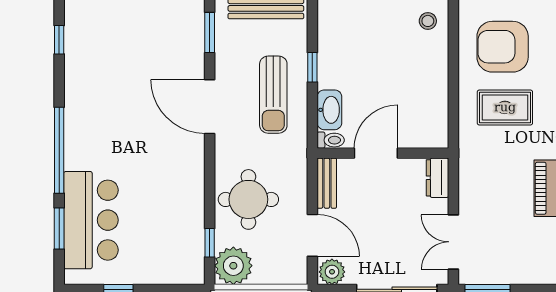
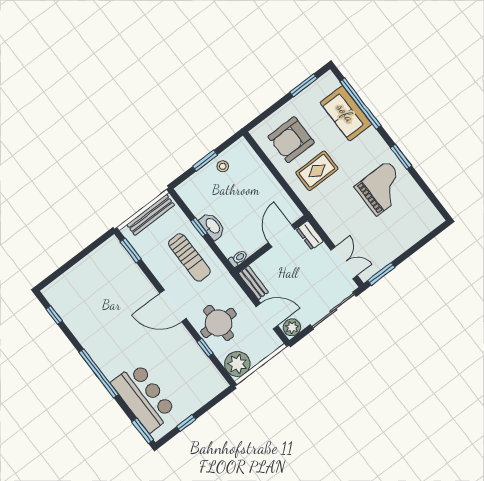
stool: (428, 21) -> (223, 166), moved
door: (210, 107) -> (173, 306), moved
washbasin: (329, 110) -> (212, 226), moved
door: (376, 153) -> (282, 236), moved
window: (59, 229) -> (143, 431), moved
double door: (453, 242) -> (344, 263), swing flipped
window: (210, 243) -> (205, 348), moved

